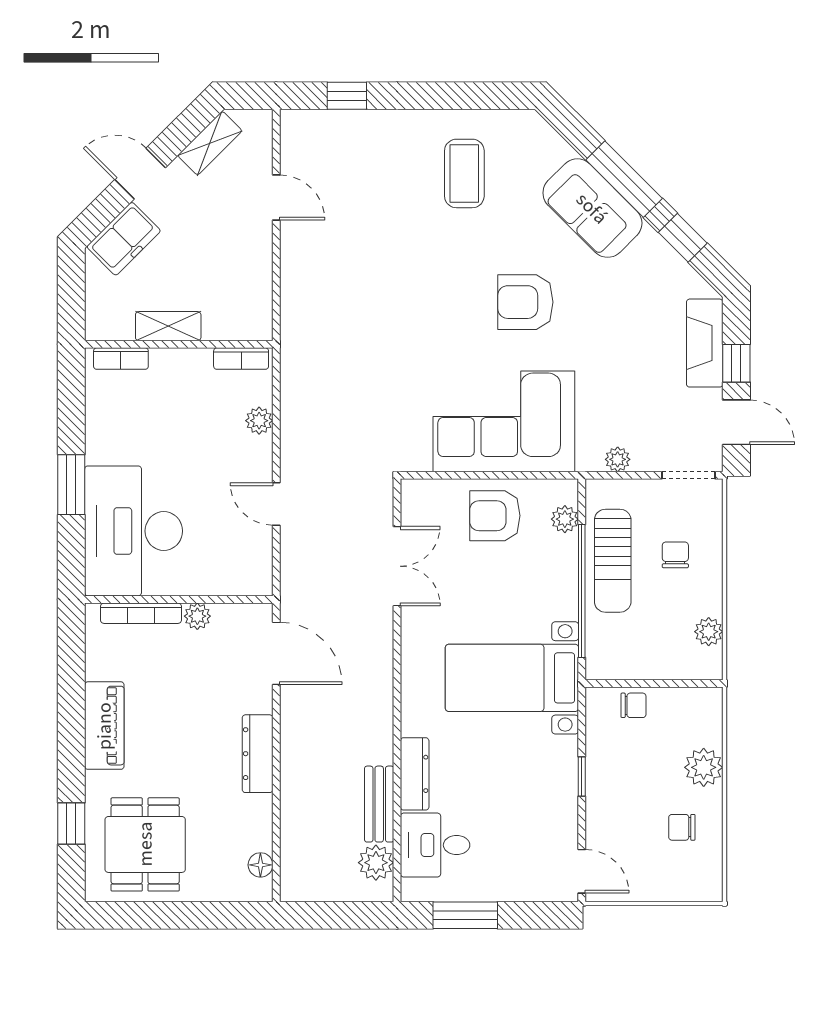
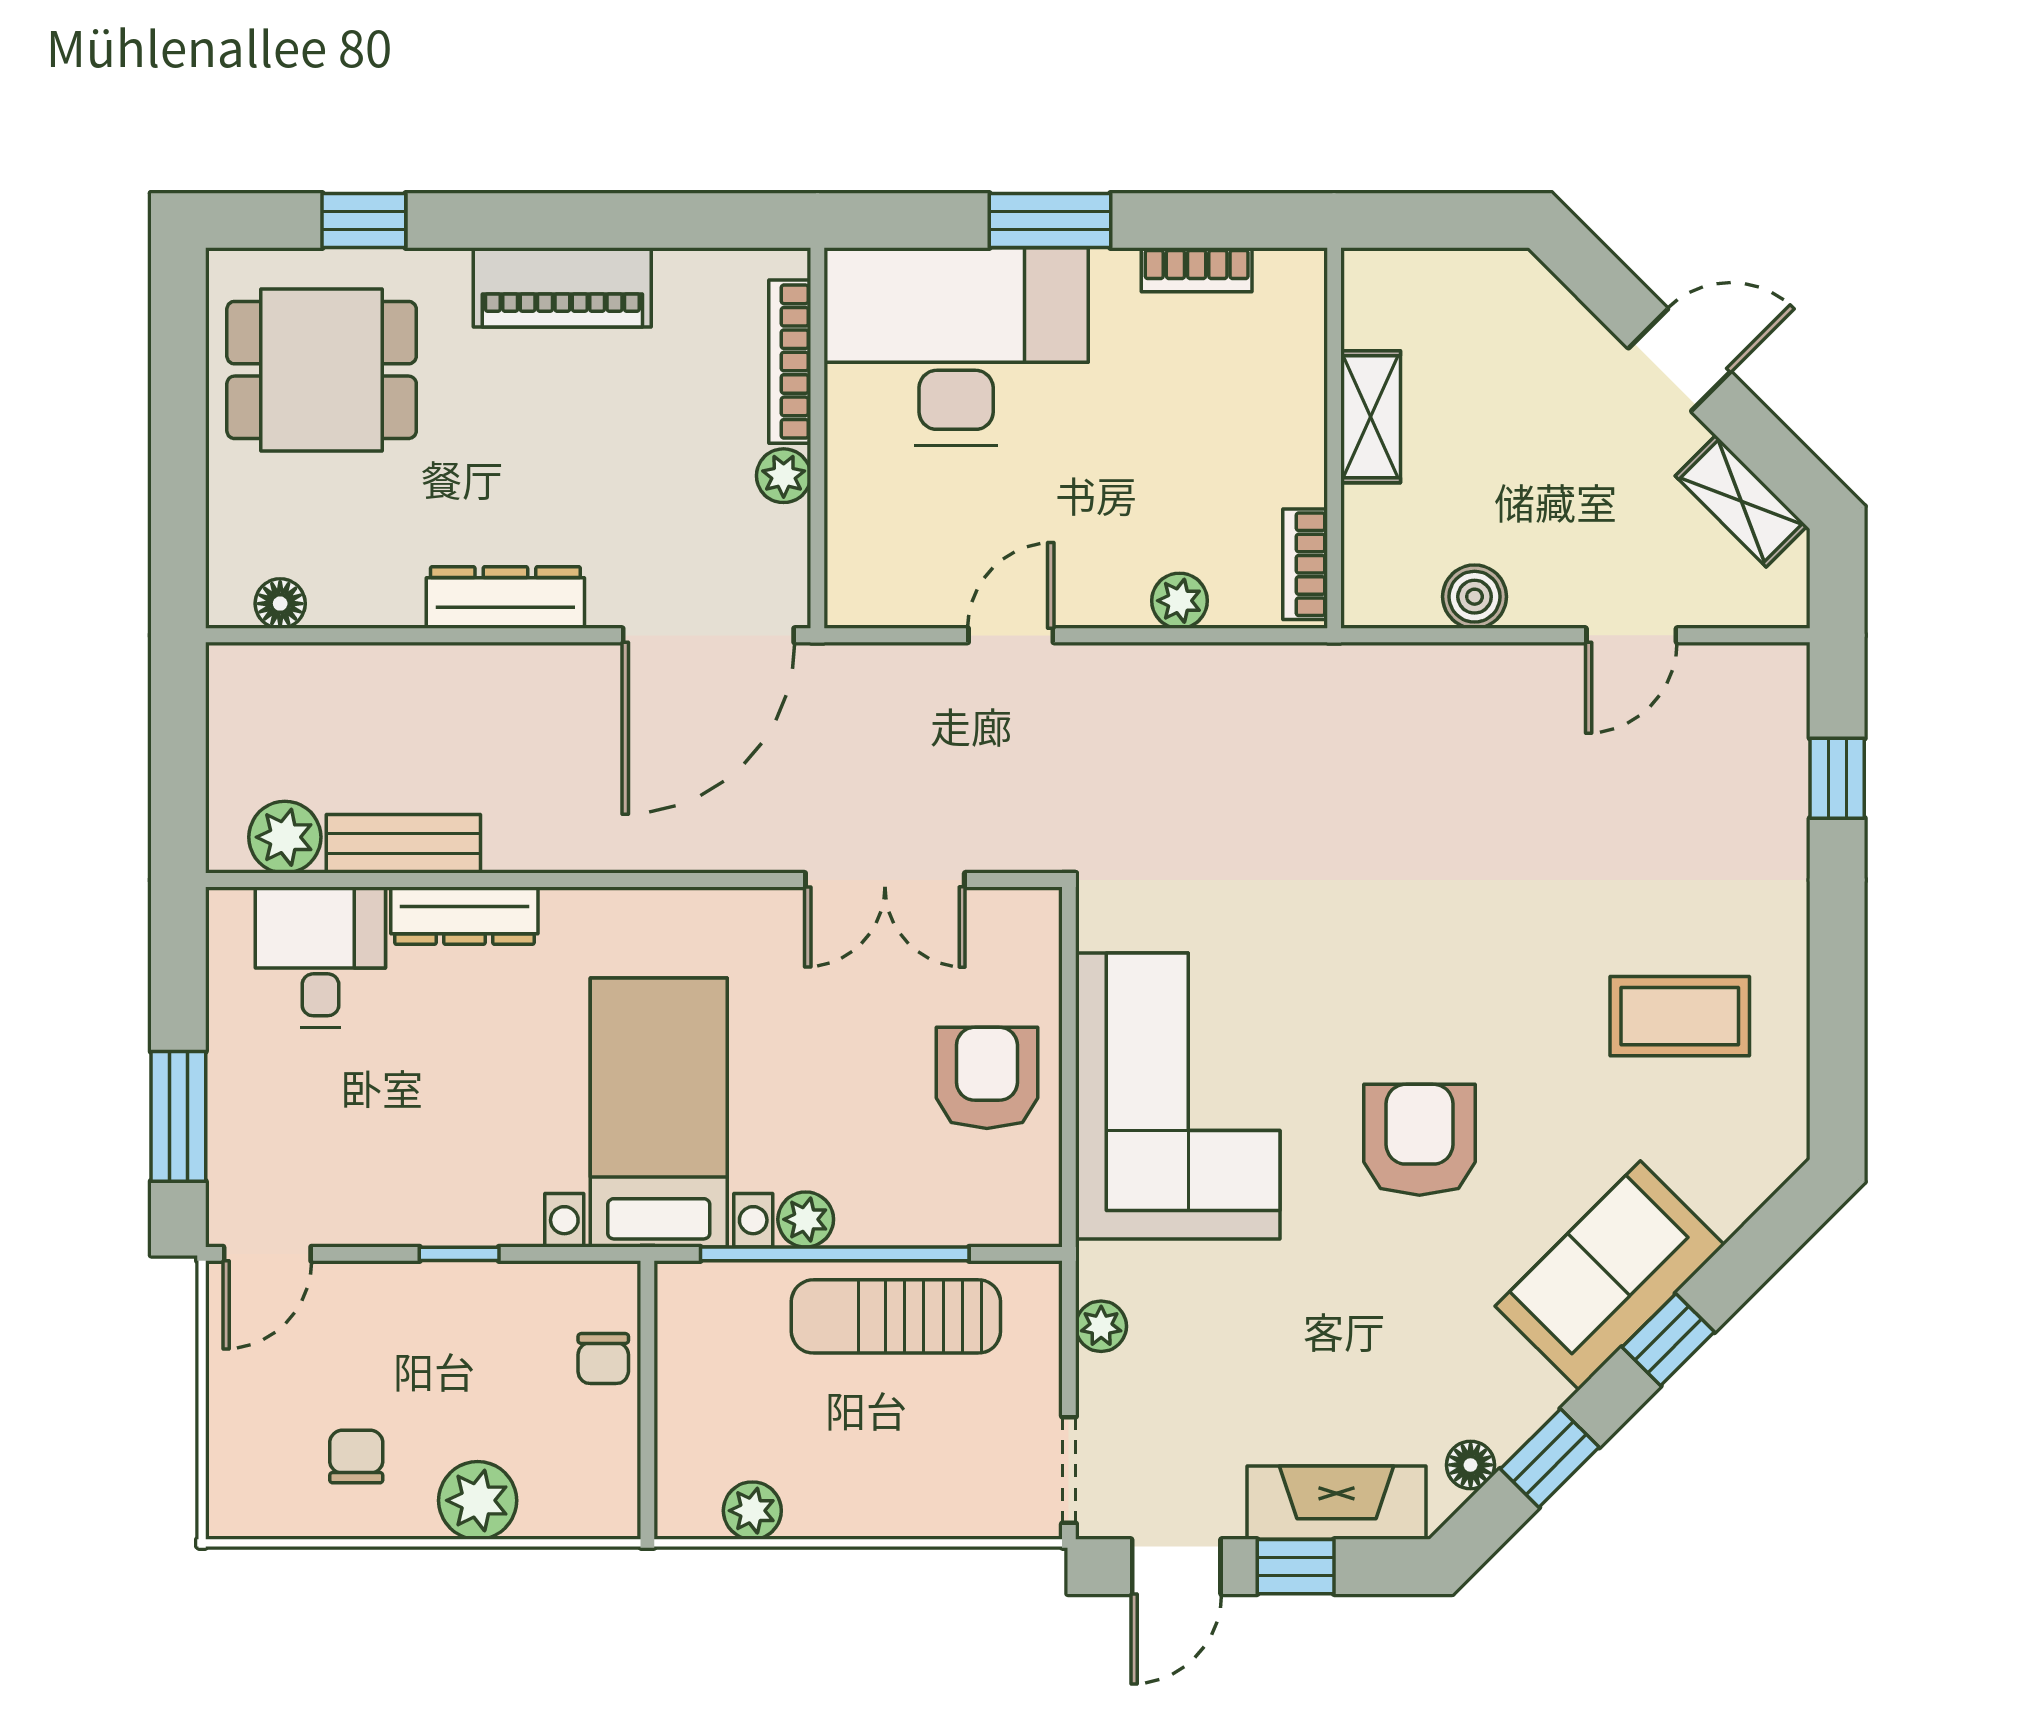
door: (140, 174) -> (1680, 360), hinge flipped
window: (624, 179) -> (1668, 1340), width x0.46
freezer: (124, 239) -> (1548, 327), removed
boiler: (257, 275) -> (1475, 597), added
floor lamp: (686, 277) -> (1471, 1465), added
bookcase: (121, 359) -> (1197, 270), moved, turned -90
plant: (565, 519) -> (806, 1219), moved
chair: (675, 555) -> (908, 1443), removed
door: (276, 653) -> (708, 635), width x1.36
window: (465, 915) -> (178, 1116), moved

